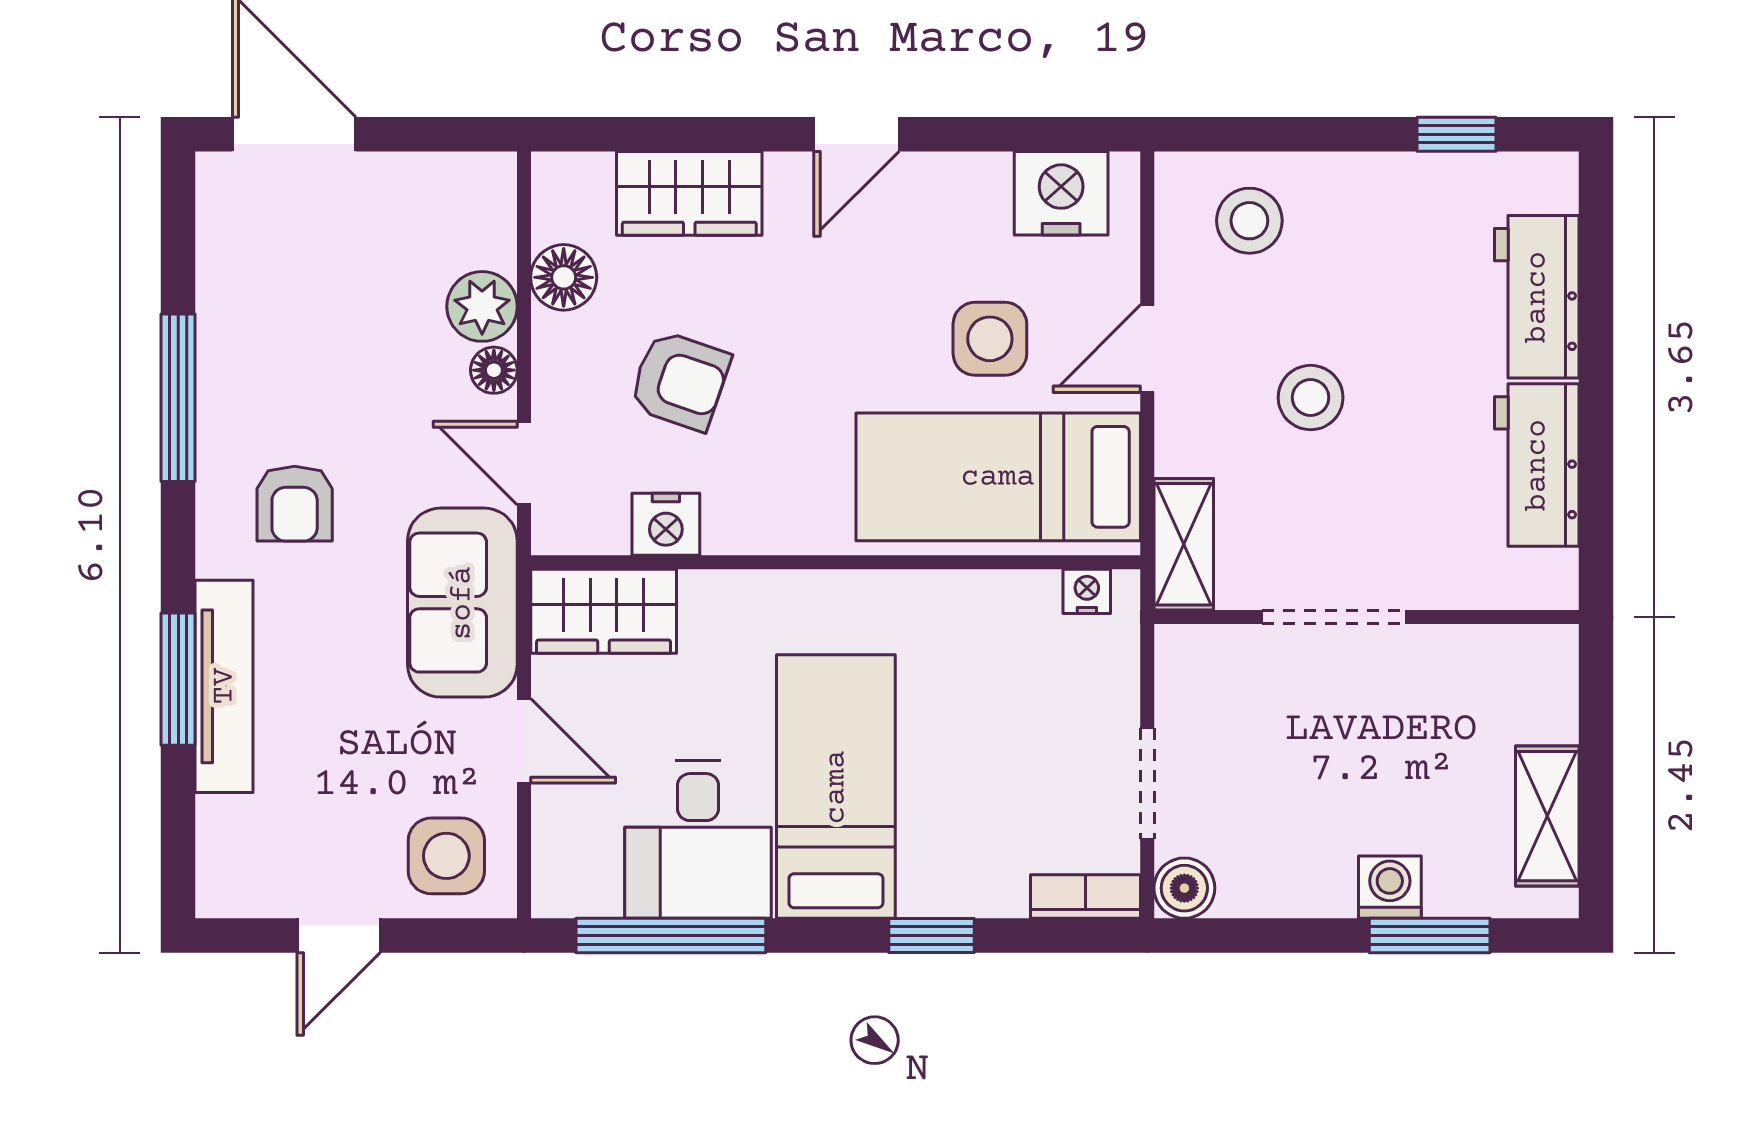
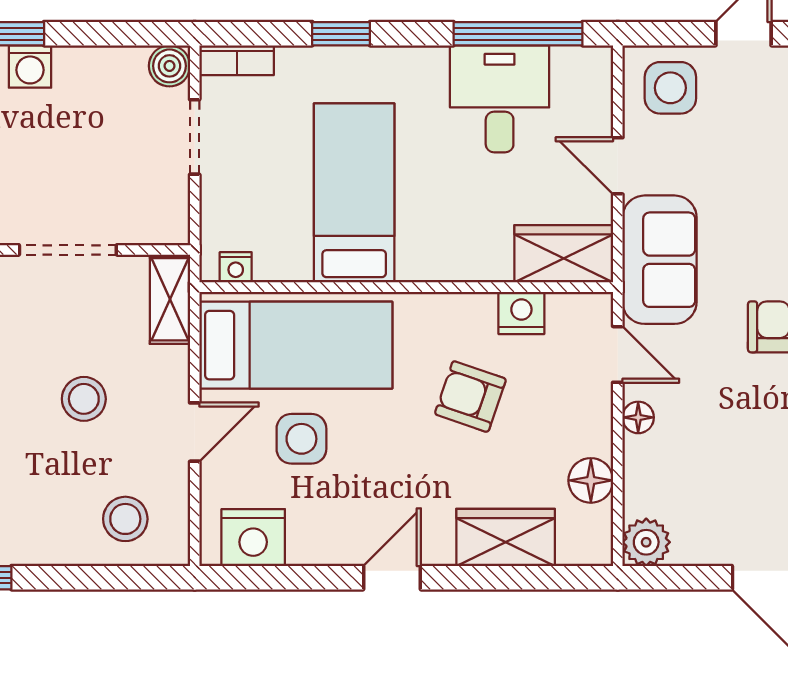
plant: (482, 306) -> (646, 542), moved
armchair: (680, 381) -> (470, 397), moved
bed: (836, 787) -> (354, 193), moved, turned 180

